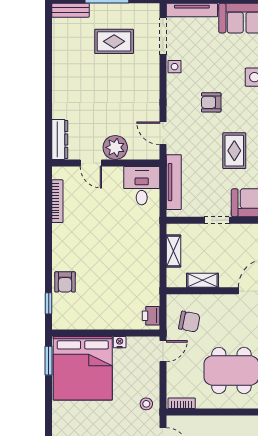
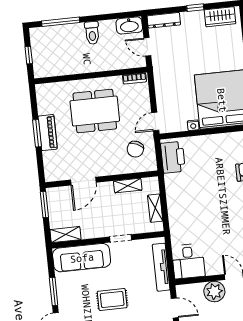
rug: (234, 151) -> (112, 299), turned 90
printer: (151, 316) -> (173, 157), width x1.87, depth x1.48
chair: (189, 322) -> (135, 149), turned -75
stool: (146, 404) -> (165, 75), removed

